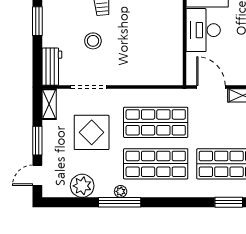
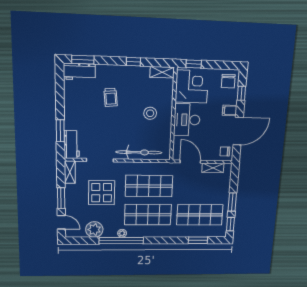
window: (37, 21) -> (60, 131), moved
stool: (93, 41) -> (150, 113), moved
bicycle: (141, 75) -> (139, 152), added
door: (37, 175) -> (61, 222), swing flipped
window: (120, 202) -> (121, 241), width x1.46

